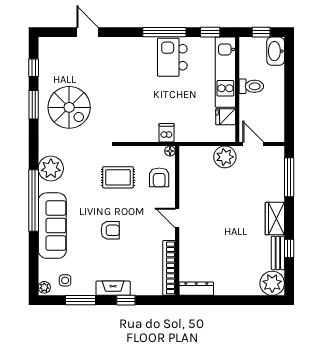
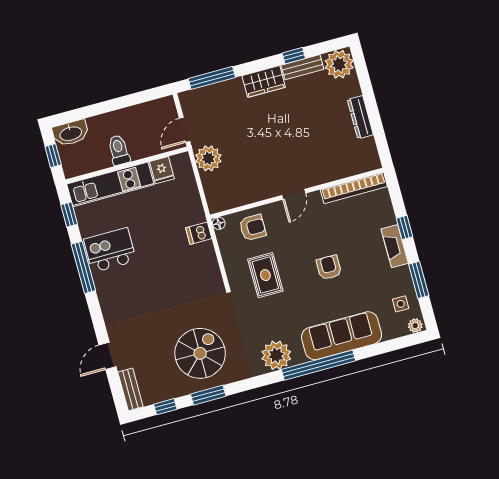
bench: (55, 43) -> (130, 389), added
kitchen island: (172, 57) -> (110, 250), turned 180
dresser: (196, 289) -> (360, 117), moved

